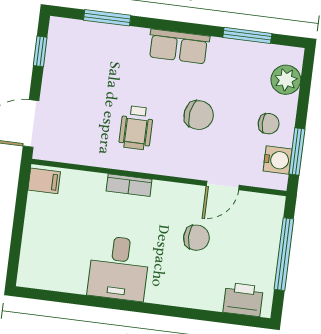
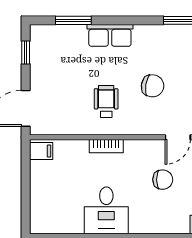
row of seats: (179, 46) -> (110, 35), moved
wheelchair: (136, 128) -> (106, 101), turned 180

